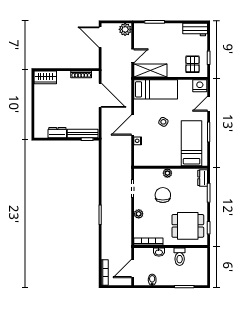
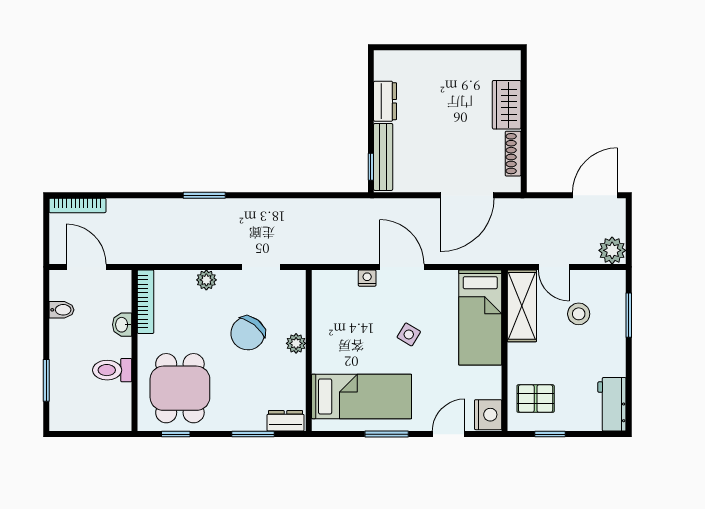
stool: (154, 45) -> (579, 314), added
wardrobe: (45, 77) -> (507, 105), moved
door: (209, 104) -> (449, 434), hinge flipped
chair: (163, 195) -> (248, 333), turned 128

